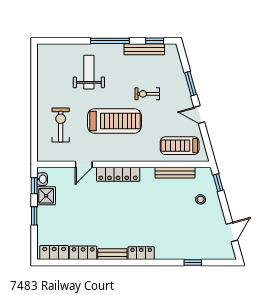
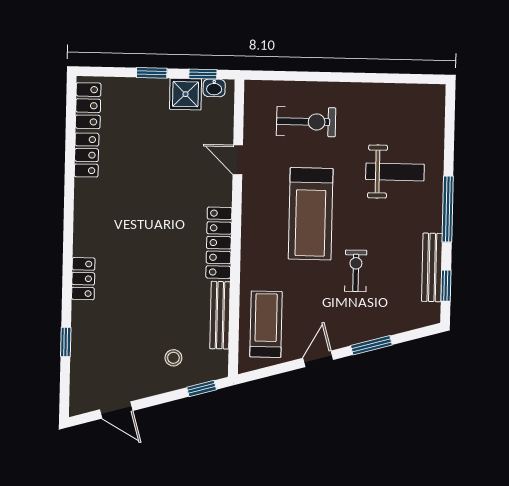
locker: (118, 174) -> (219, 243), moved
locker: (141, 253) -> (83, 279), moved
bench: (112, 254) -> (83, 205), removed

